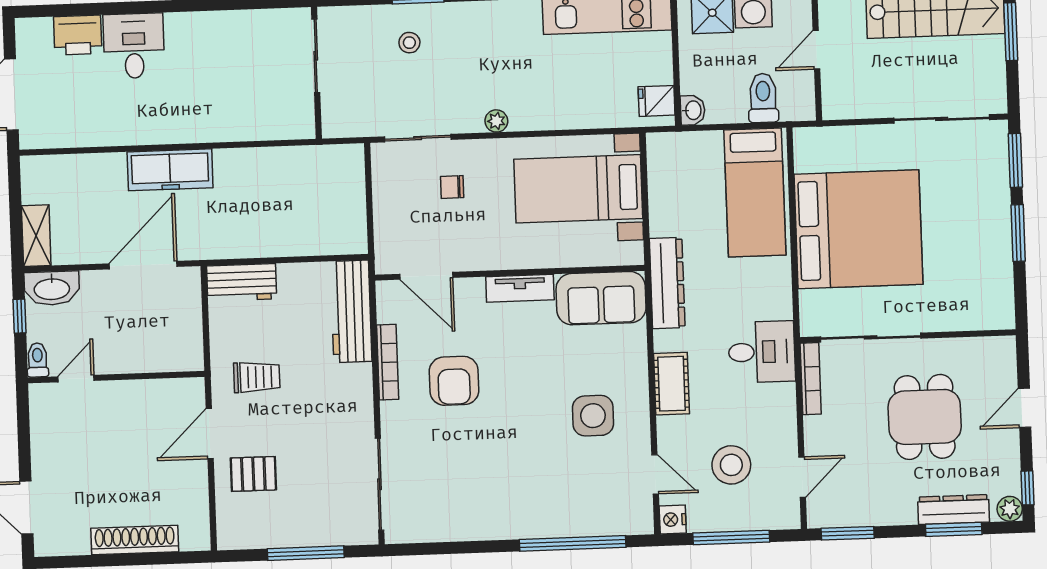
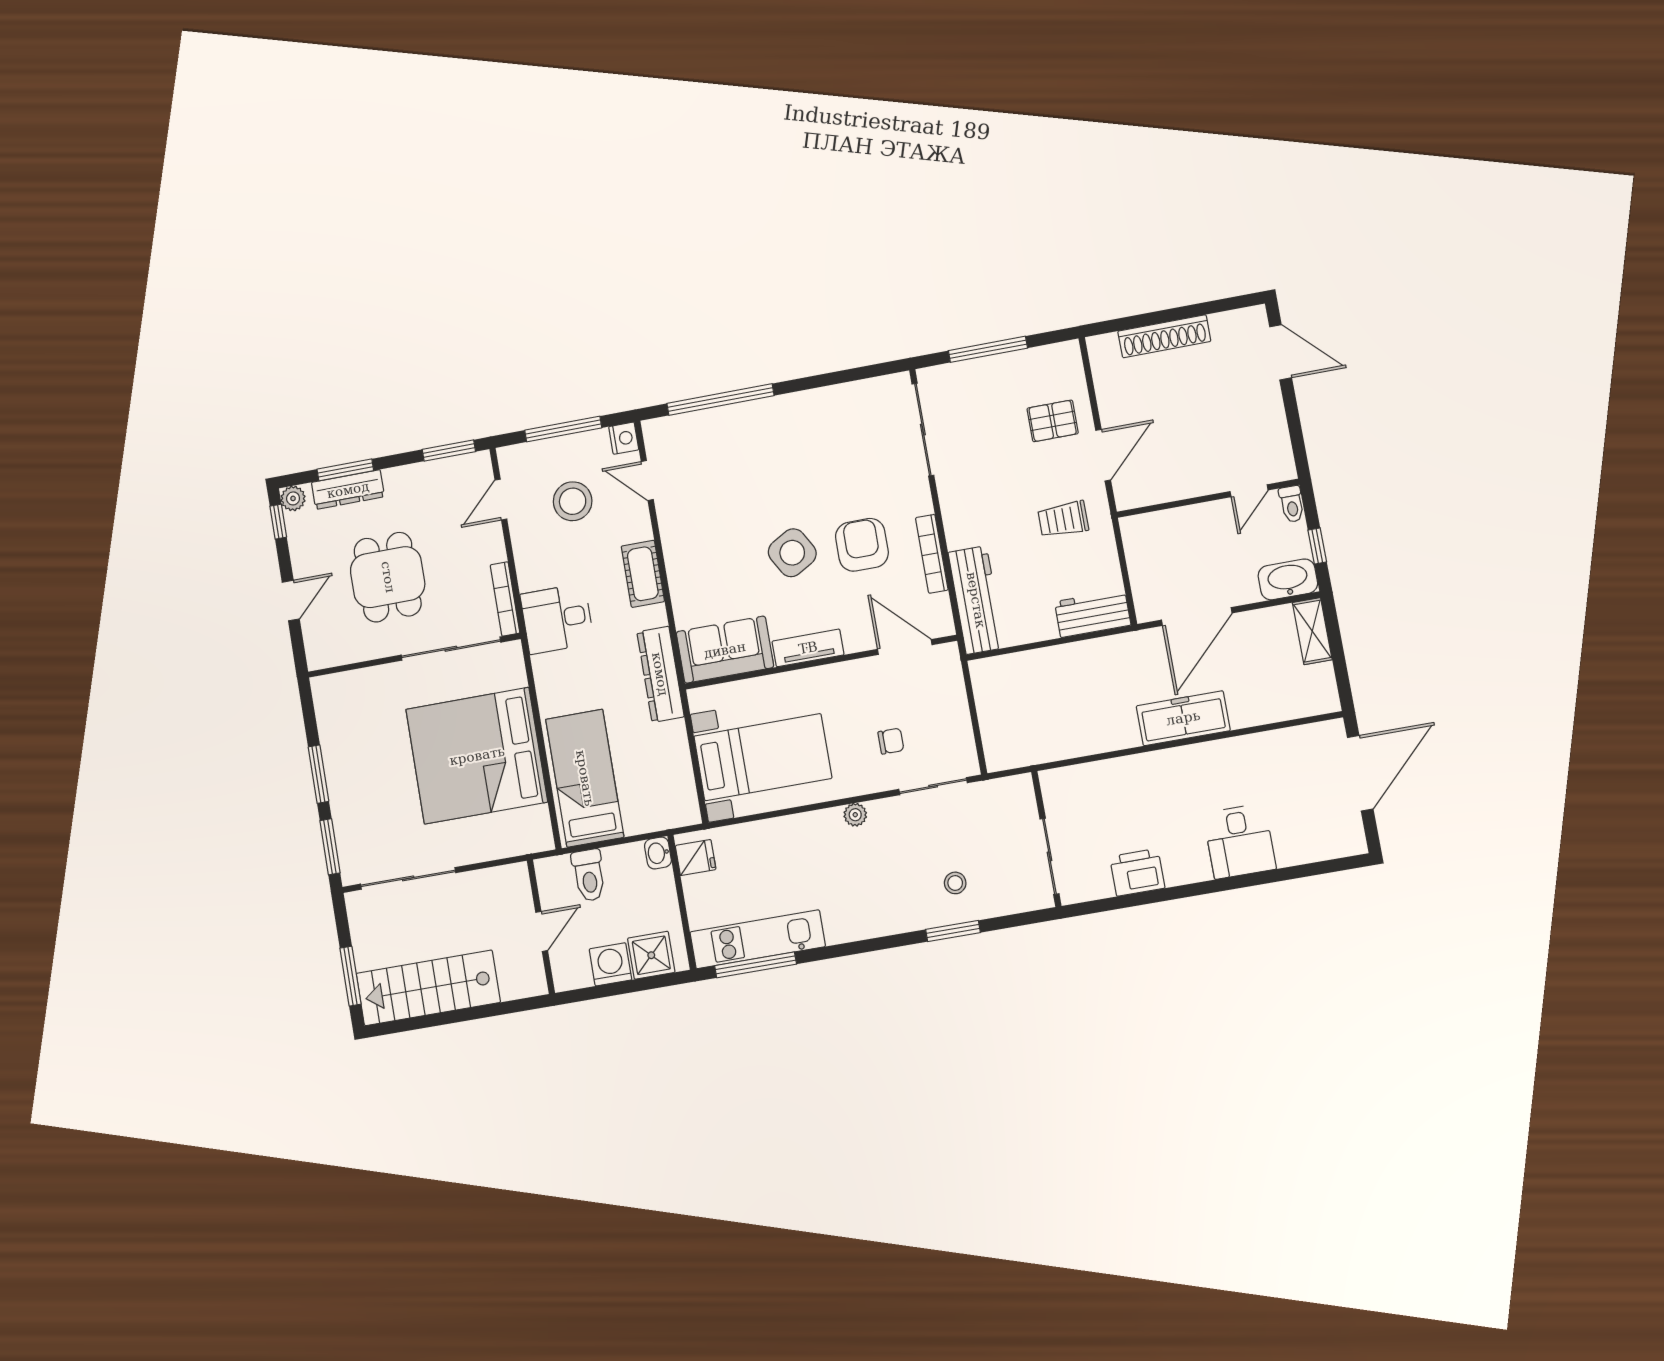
printer: (78, 35) -> (1137, 872), moved
side table: (593, 416) -> (792, 553), moved, turned -30

